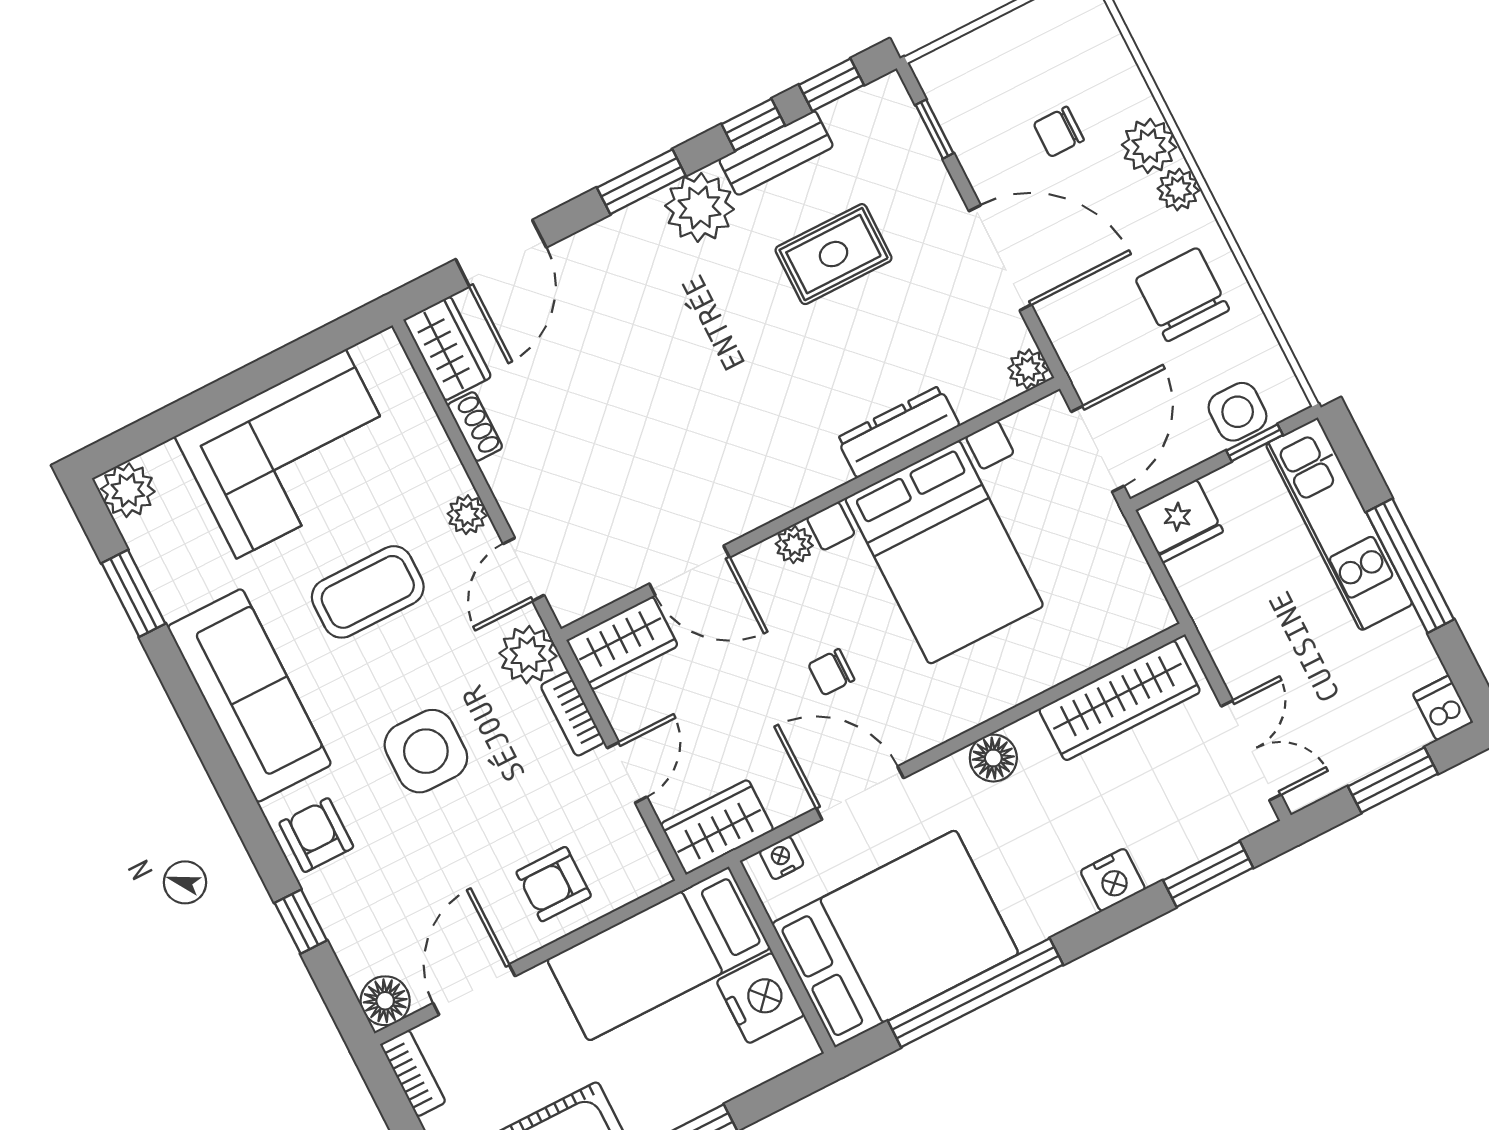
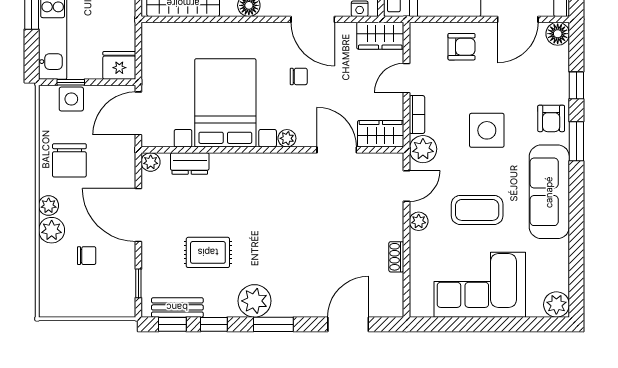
bench: (776, 153) -> (177, 307), moved
wardrobe: (447, 348) -> (391, 296), removed
dresser: (898, 432) -> (190, 163), moved, width x0.70
window: (134, 593) -> (576, 141), moved

